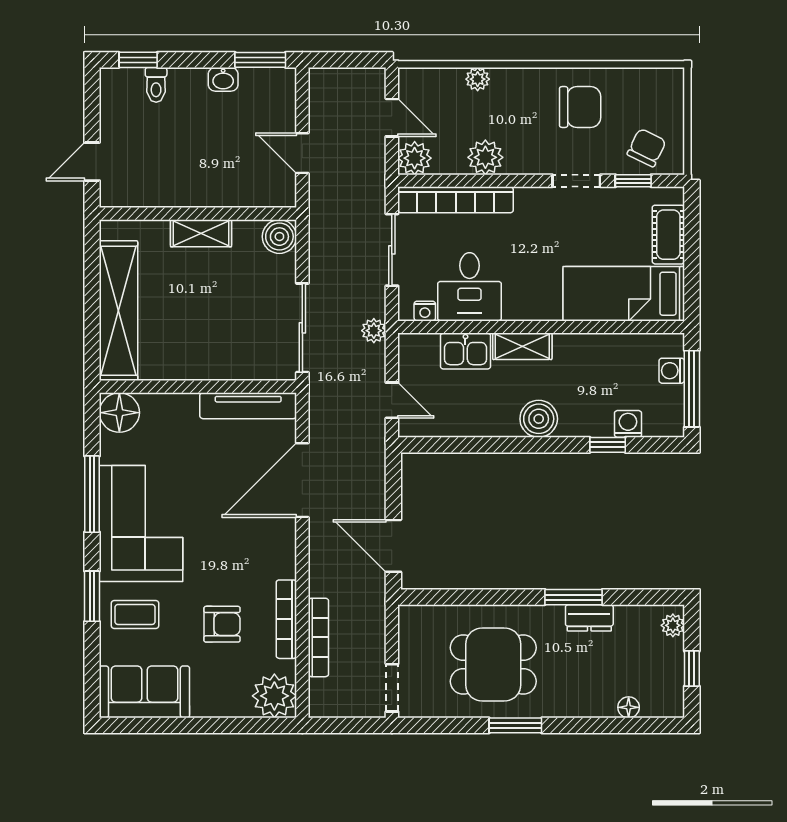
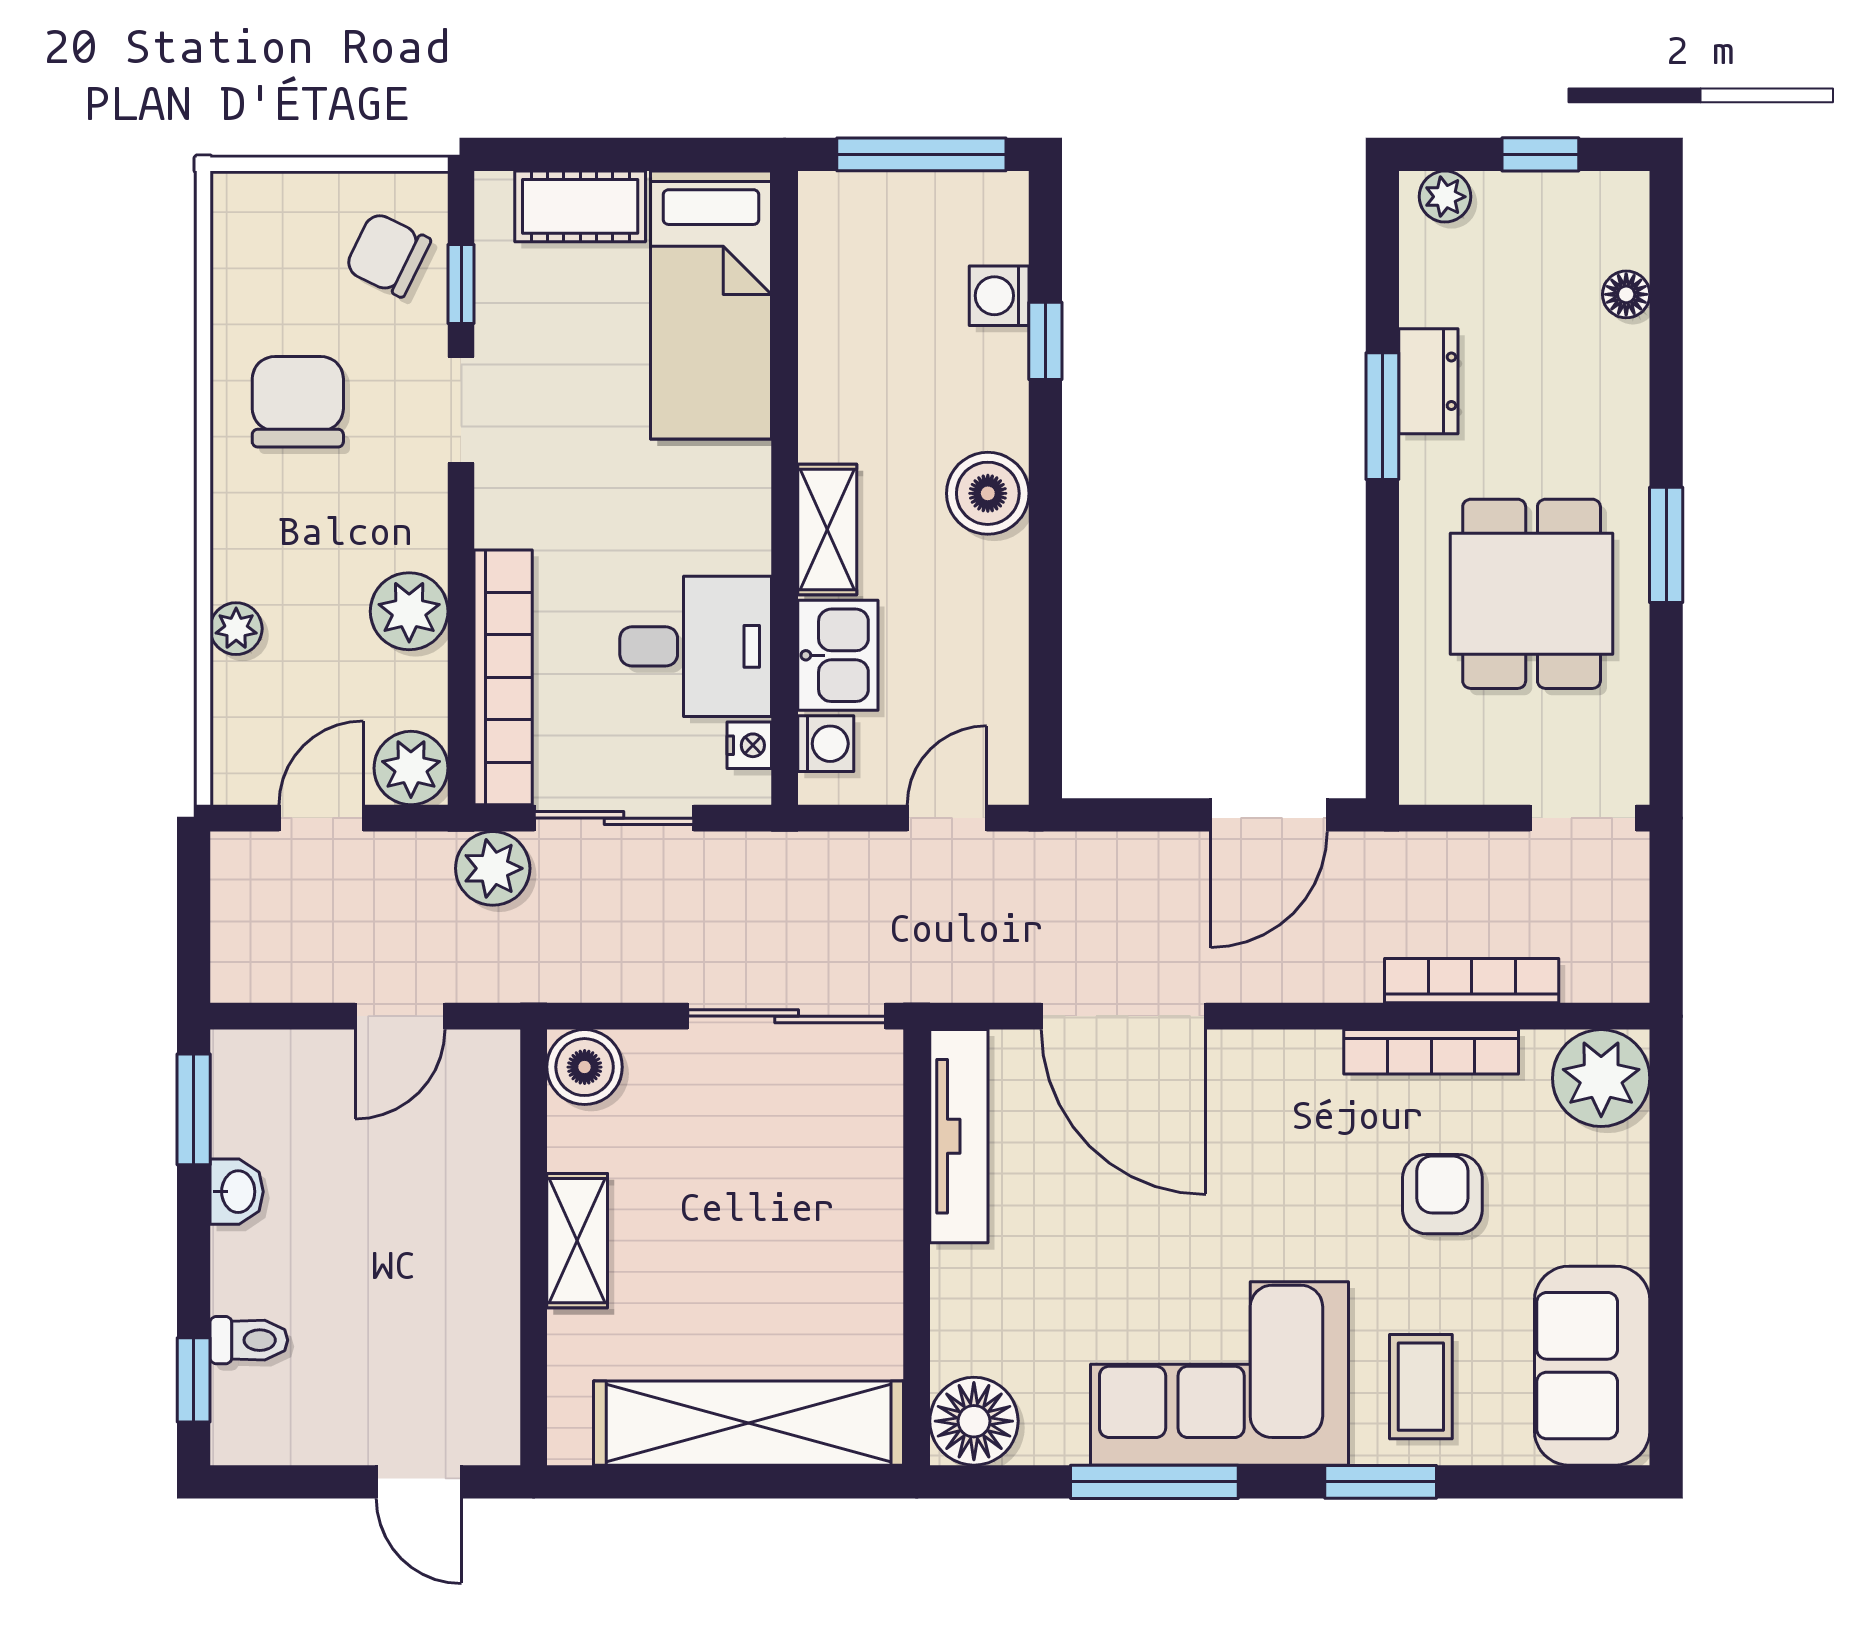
plant: (374, 331) -> (493, 868), moved, width x1.38, depth x1.38
washing machine: (672, 371) -> (826, 744), moved, turned -90

